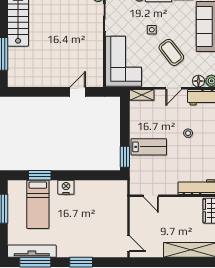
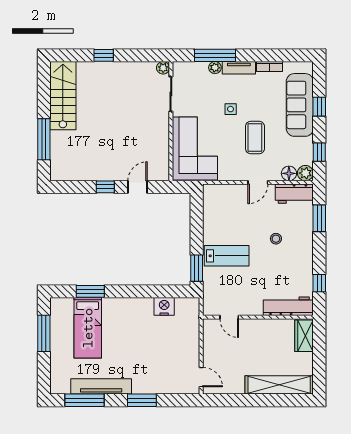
coffee table: (171, 52) -> (255, 137), turned 38
window: (52, 92) -> (105, 187), added
shelving: (142, 95) -> (218, 191), removed
nightstand: (66, 187) -> (164, 306), moved
tv unit: (32, 251) -> (101, 386), moved

